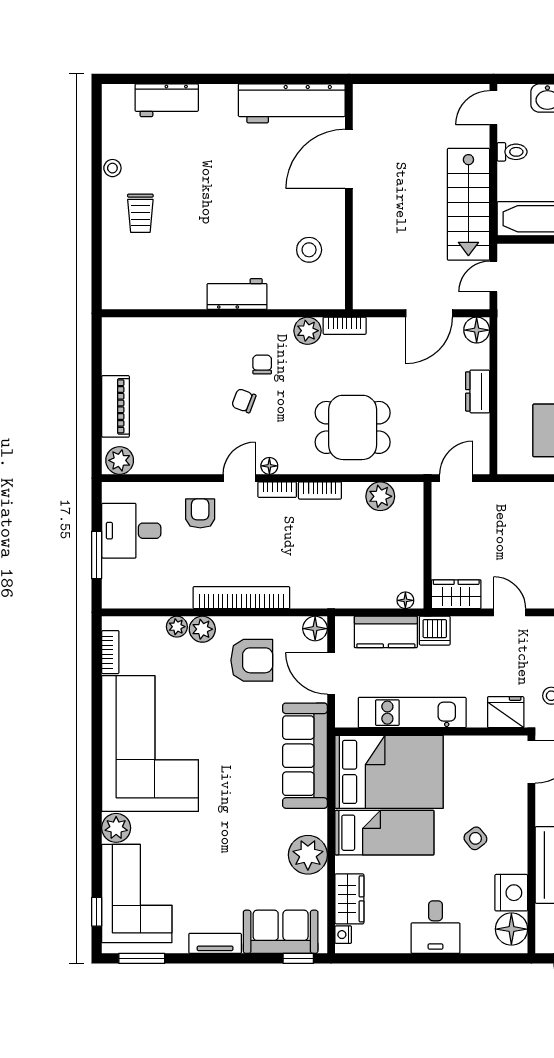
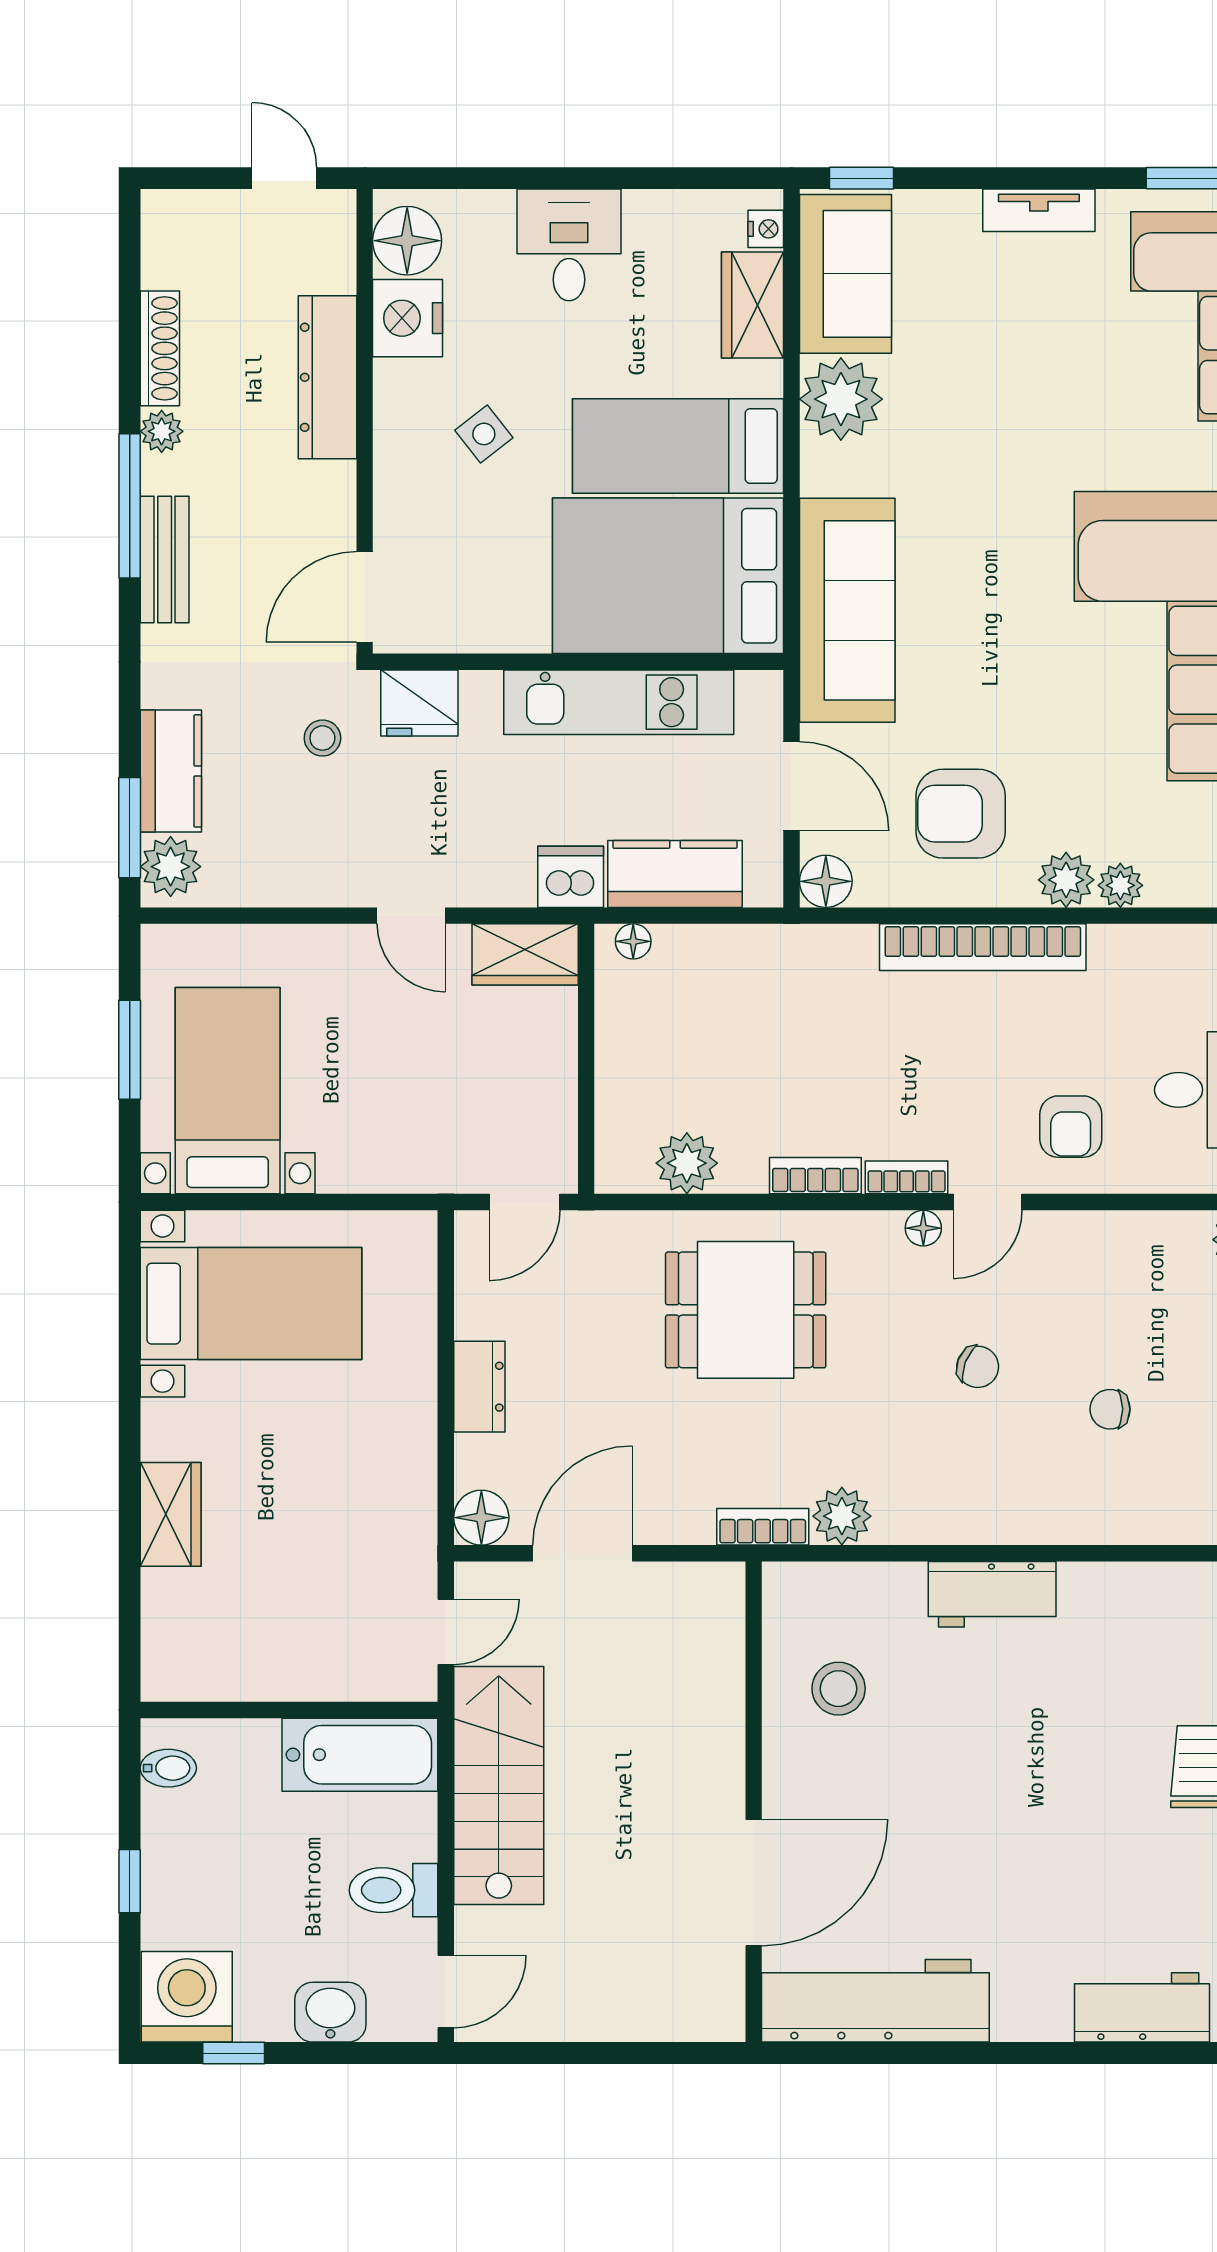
toilet: (512, 152) -> (393, 1890), width x1.37, depth x1.39
chair: (262, 365) -> (1110, 1409), moved, turned 90
sofa: (281, 932) -> (846, 274), moved, turned -90

